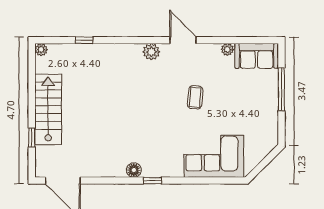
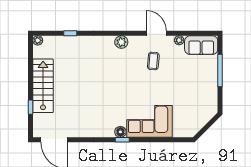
door: (183, 40) -> (156, 33), moved
coffee table: (195, 97) -> (153, 61), moved
corner sofa: (214, 156) -> (150, 121), moved
floor lamp: (134, 170) -> (120, 132), moved

